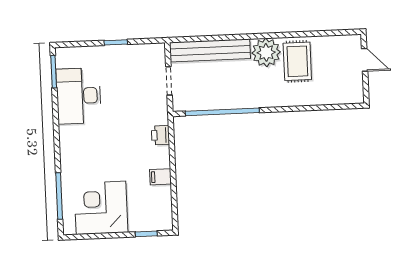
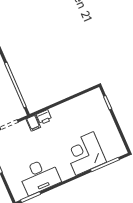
filing cabinet: (161, 177) -> (33, 123), moved
corner desk: (101, 208) -> (85, 154), moved, turned 90

